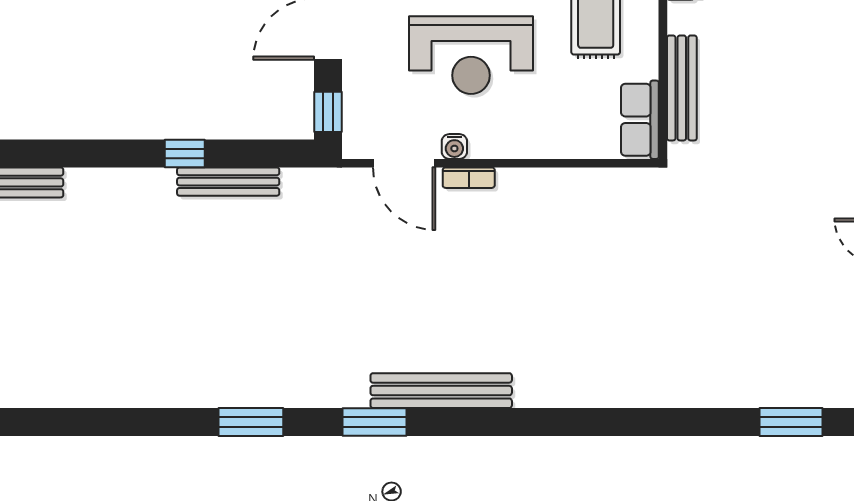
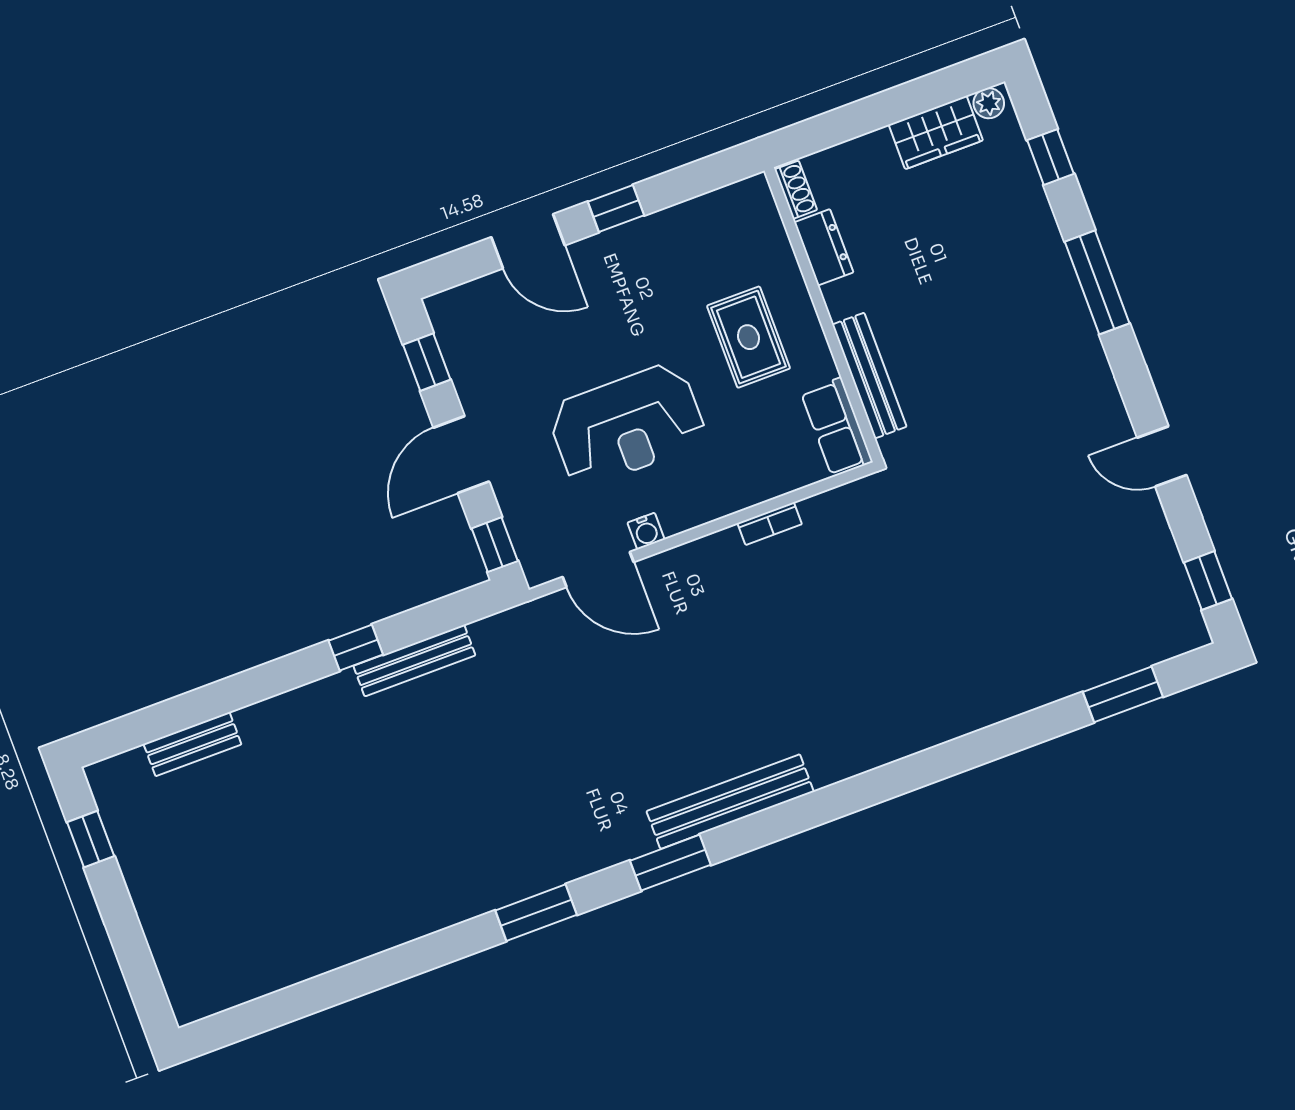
bookcase: (469, 178) -> (770, 524), moved

